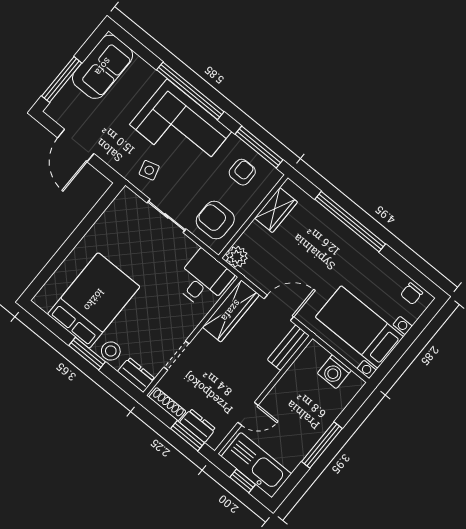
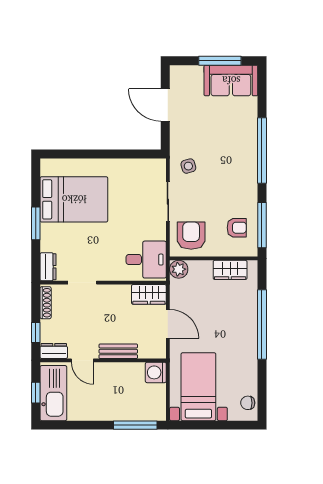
window: (62, 80) -> (220, 61), moved
corner sofa: (181, 128) -> (233, 164), removed
door: (76, 146) -> (165, 105), hinge flipped
wardrobe: (231, 311) -> (149, 294), width x0.67
bench: (288, 348) -> (118, 351), moved
stool: (111, 351) -> (50, 237), removed
washing machine: (334, 372) -> (156, 372), moved
dresser: (198, 426) -> (54, 351), moved, turned -90
window: (187, 436) -> (36, 333), width x0.67
window: (322, 445) -> (135, 425), moved

